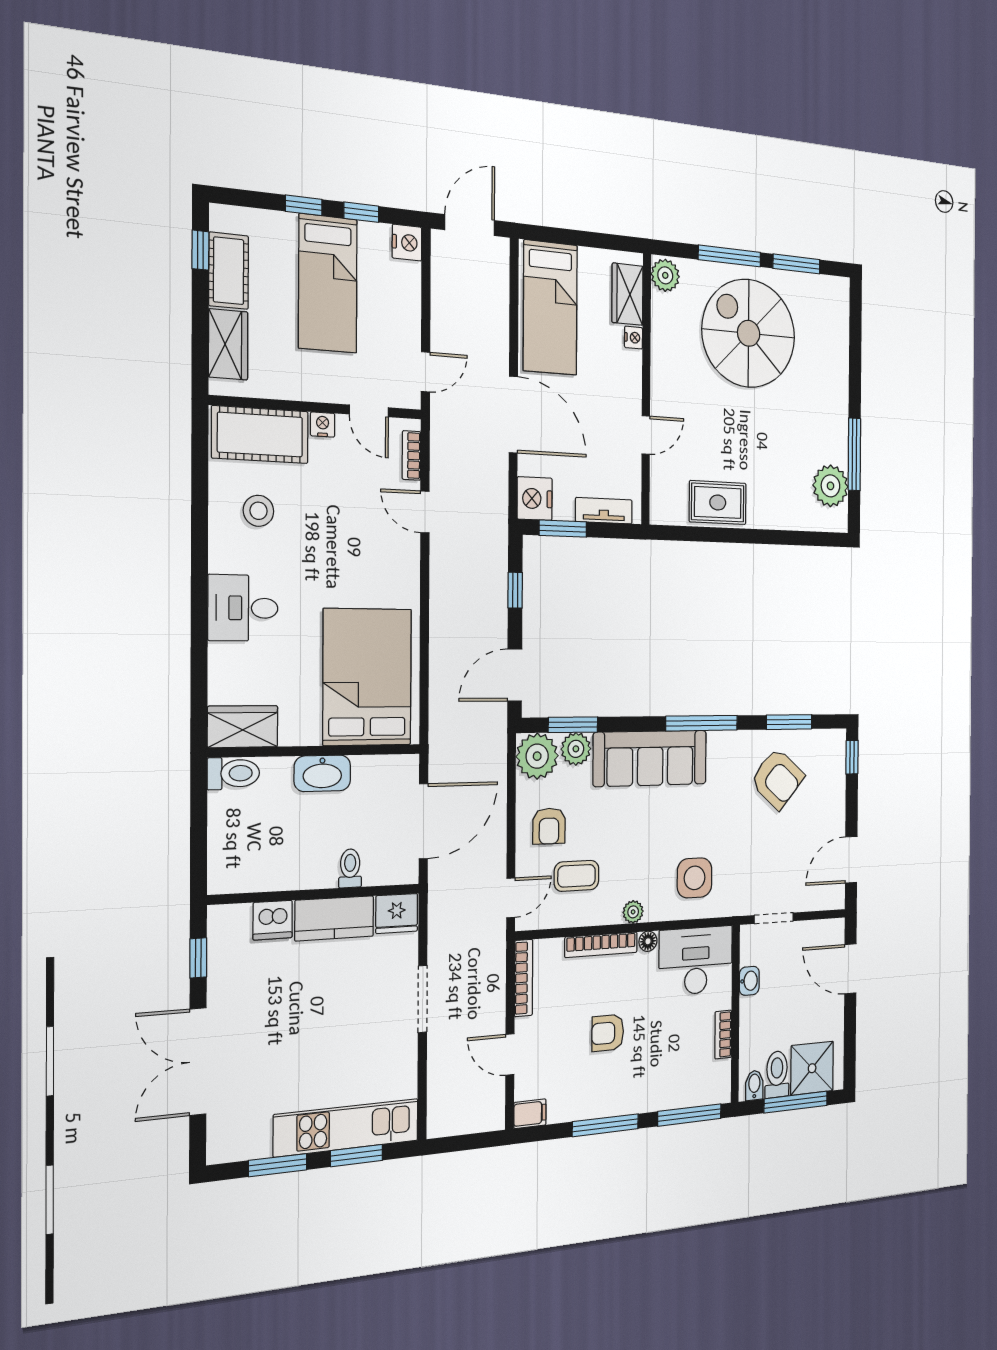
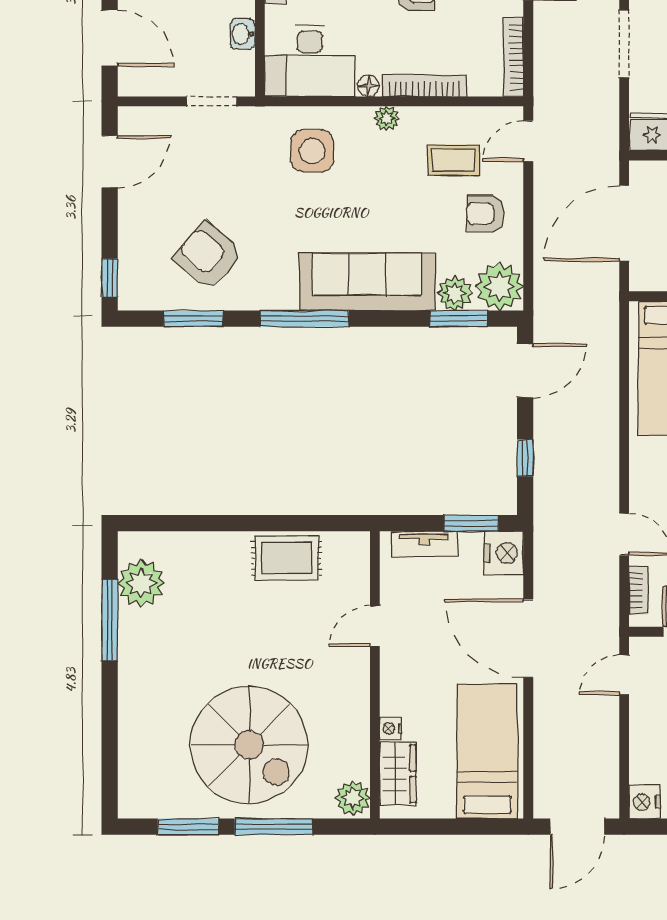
armchair: (549, 826) -> (485, 213), turned -90

